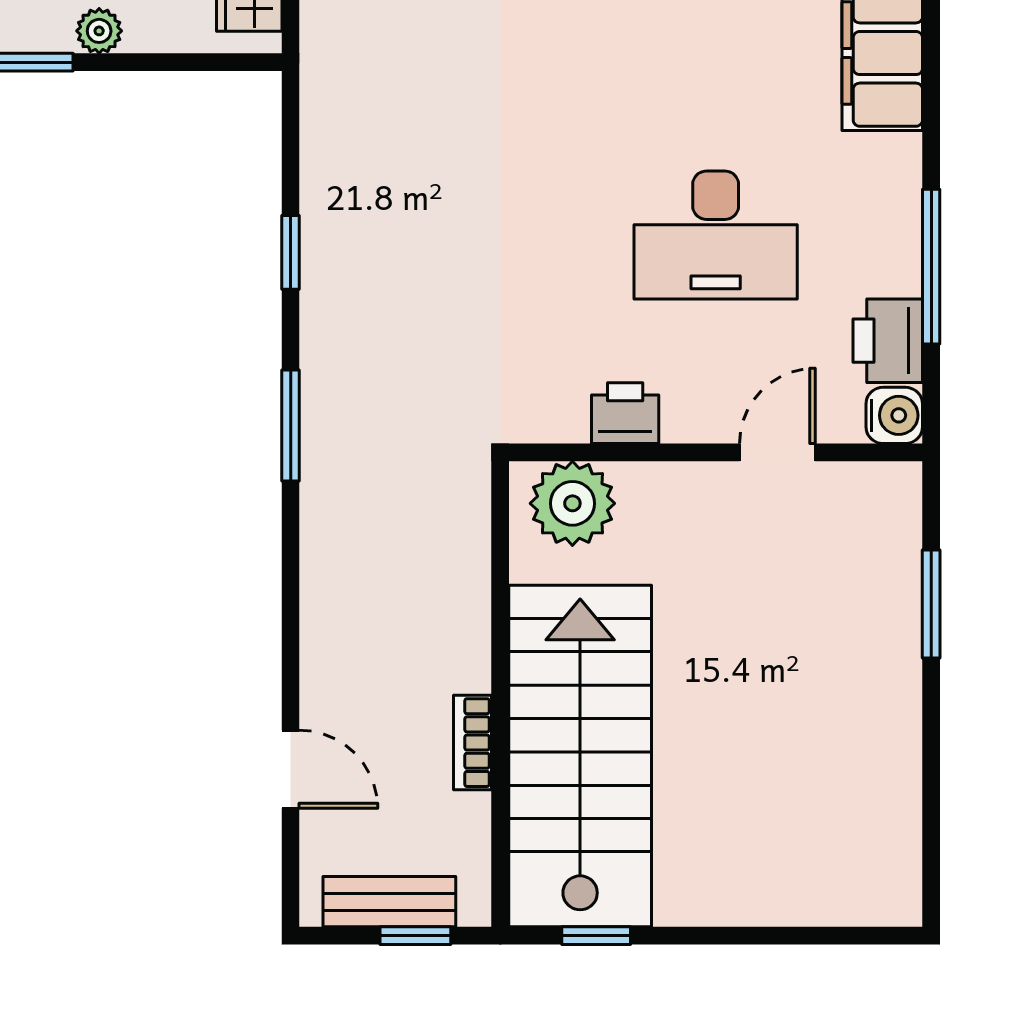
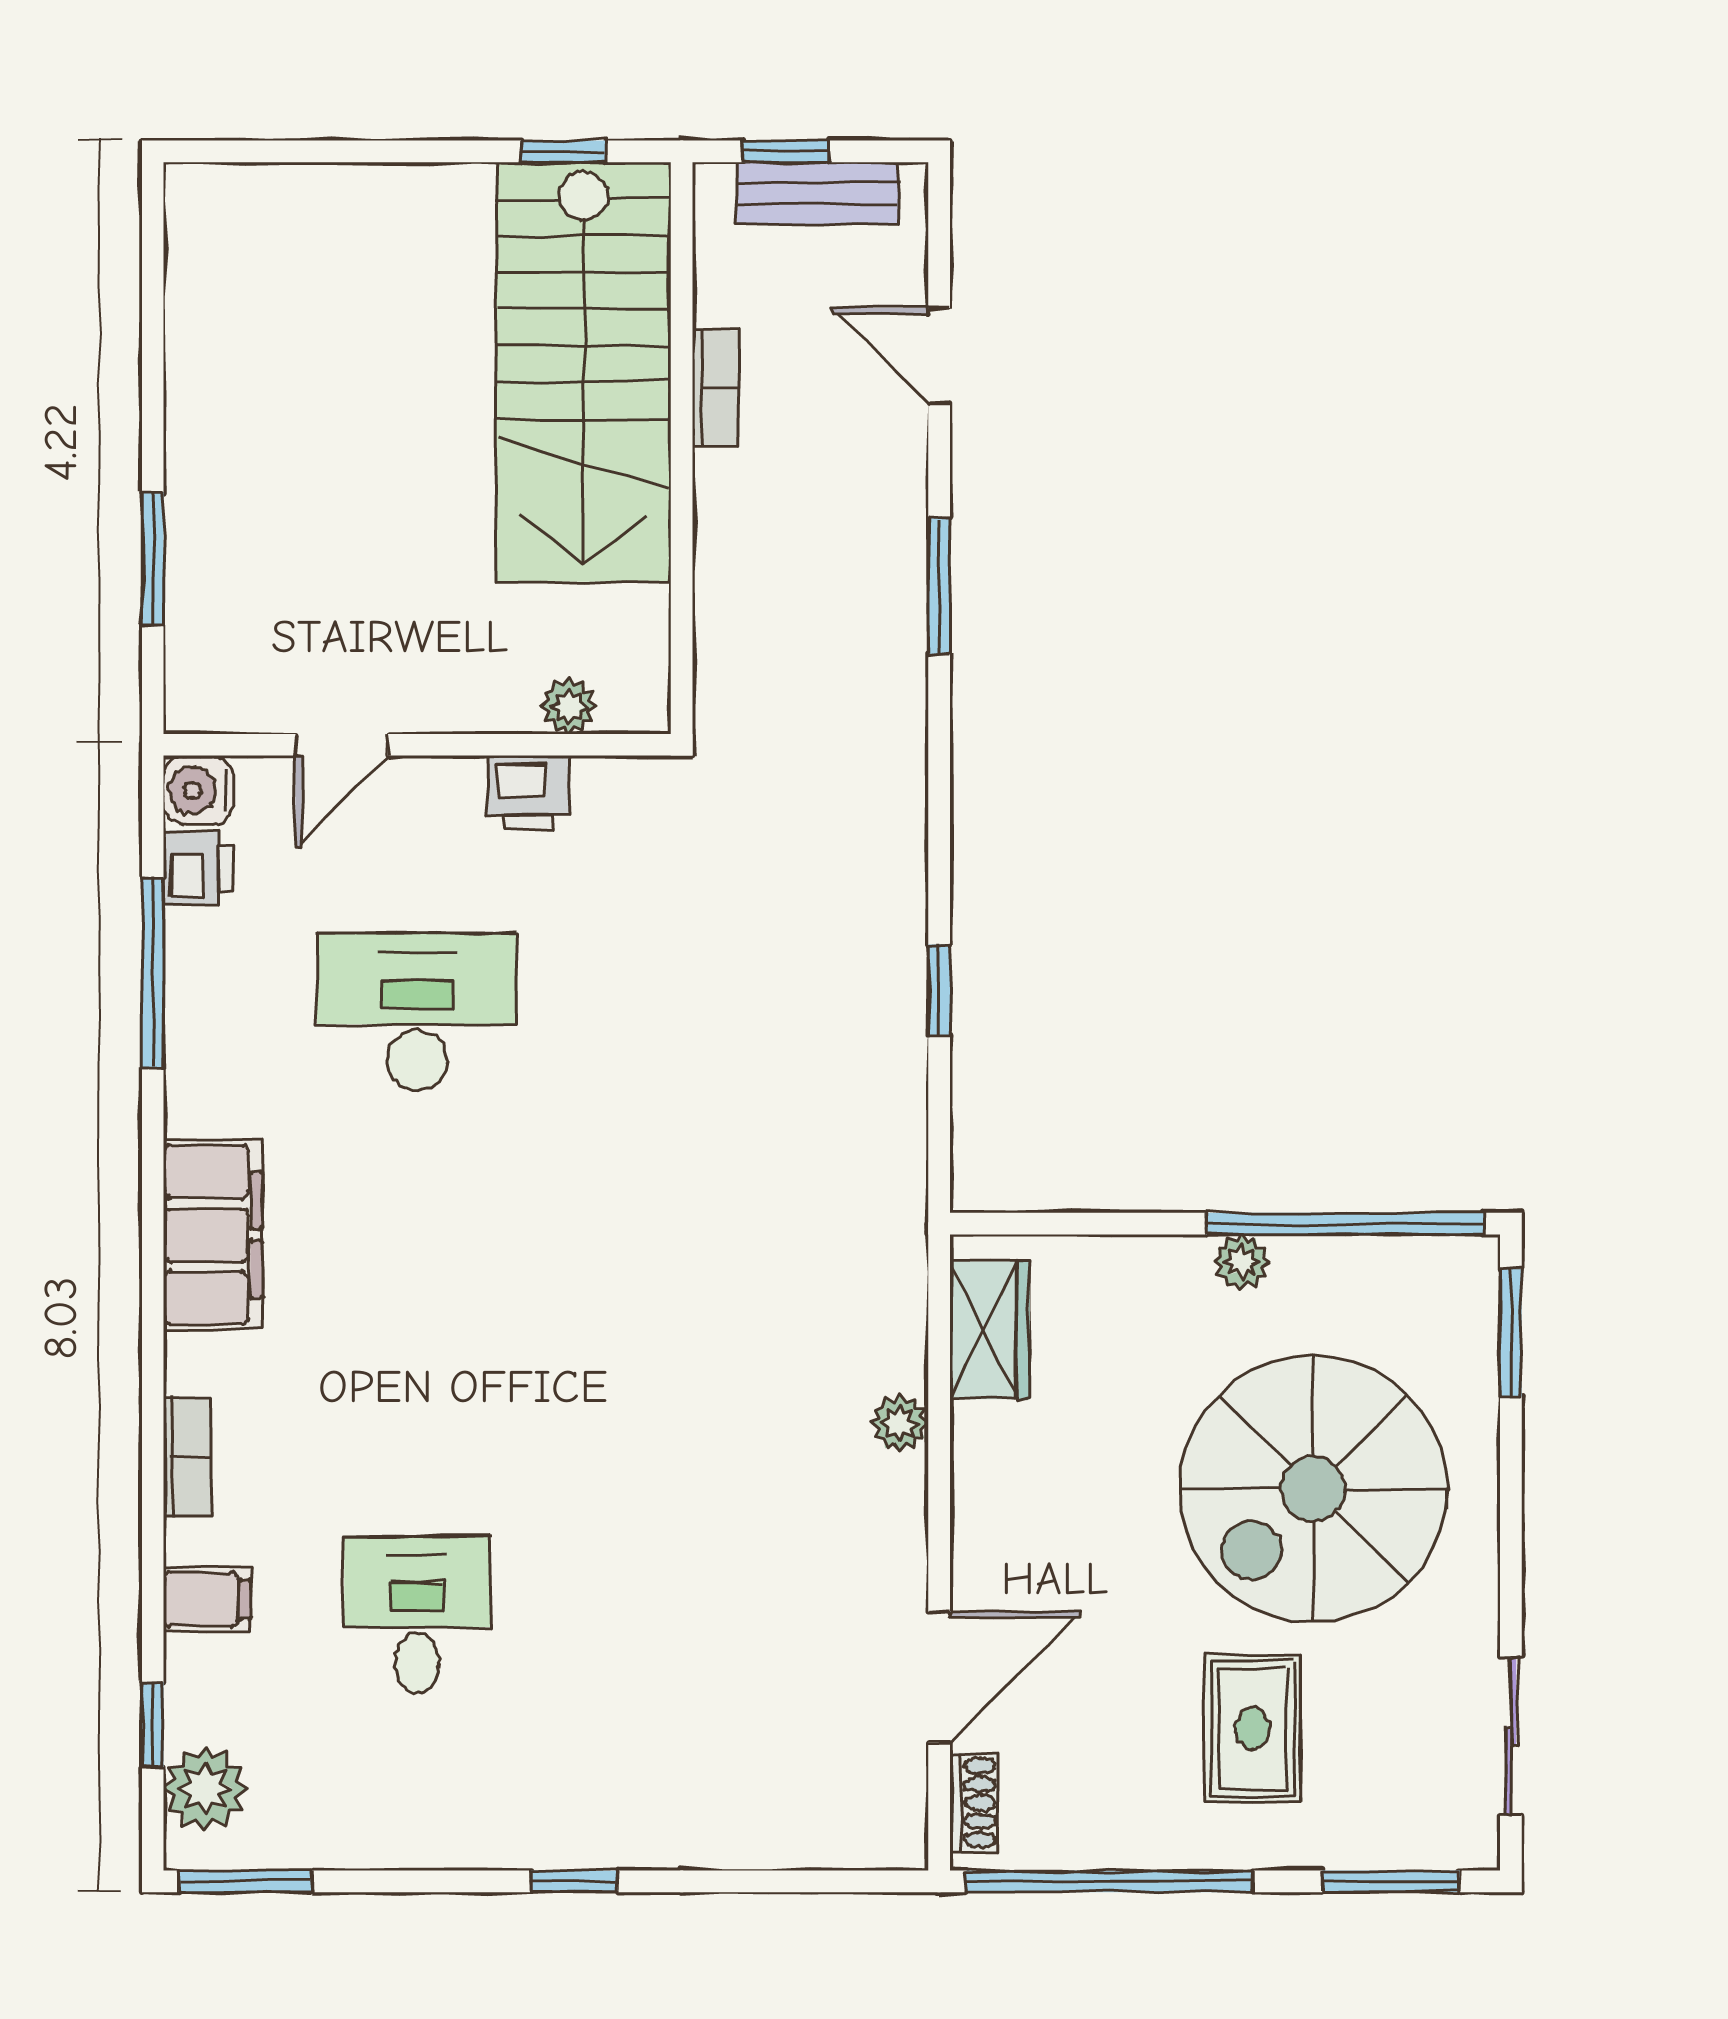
plant: (99, 31) -> (1242, 1262), moved
printer: (888, 341) -> (198, 868), width x0.73, depth x0.81
window: (291, 426) -> (939, 585), moved
plant: (572, 503) -> (569, 706), width x0.53, depth x0.53

